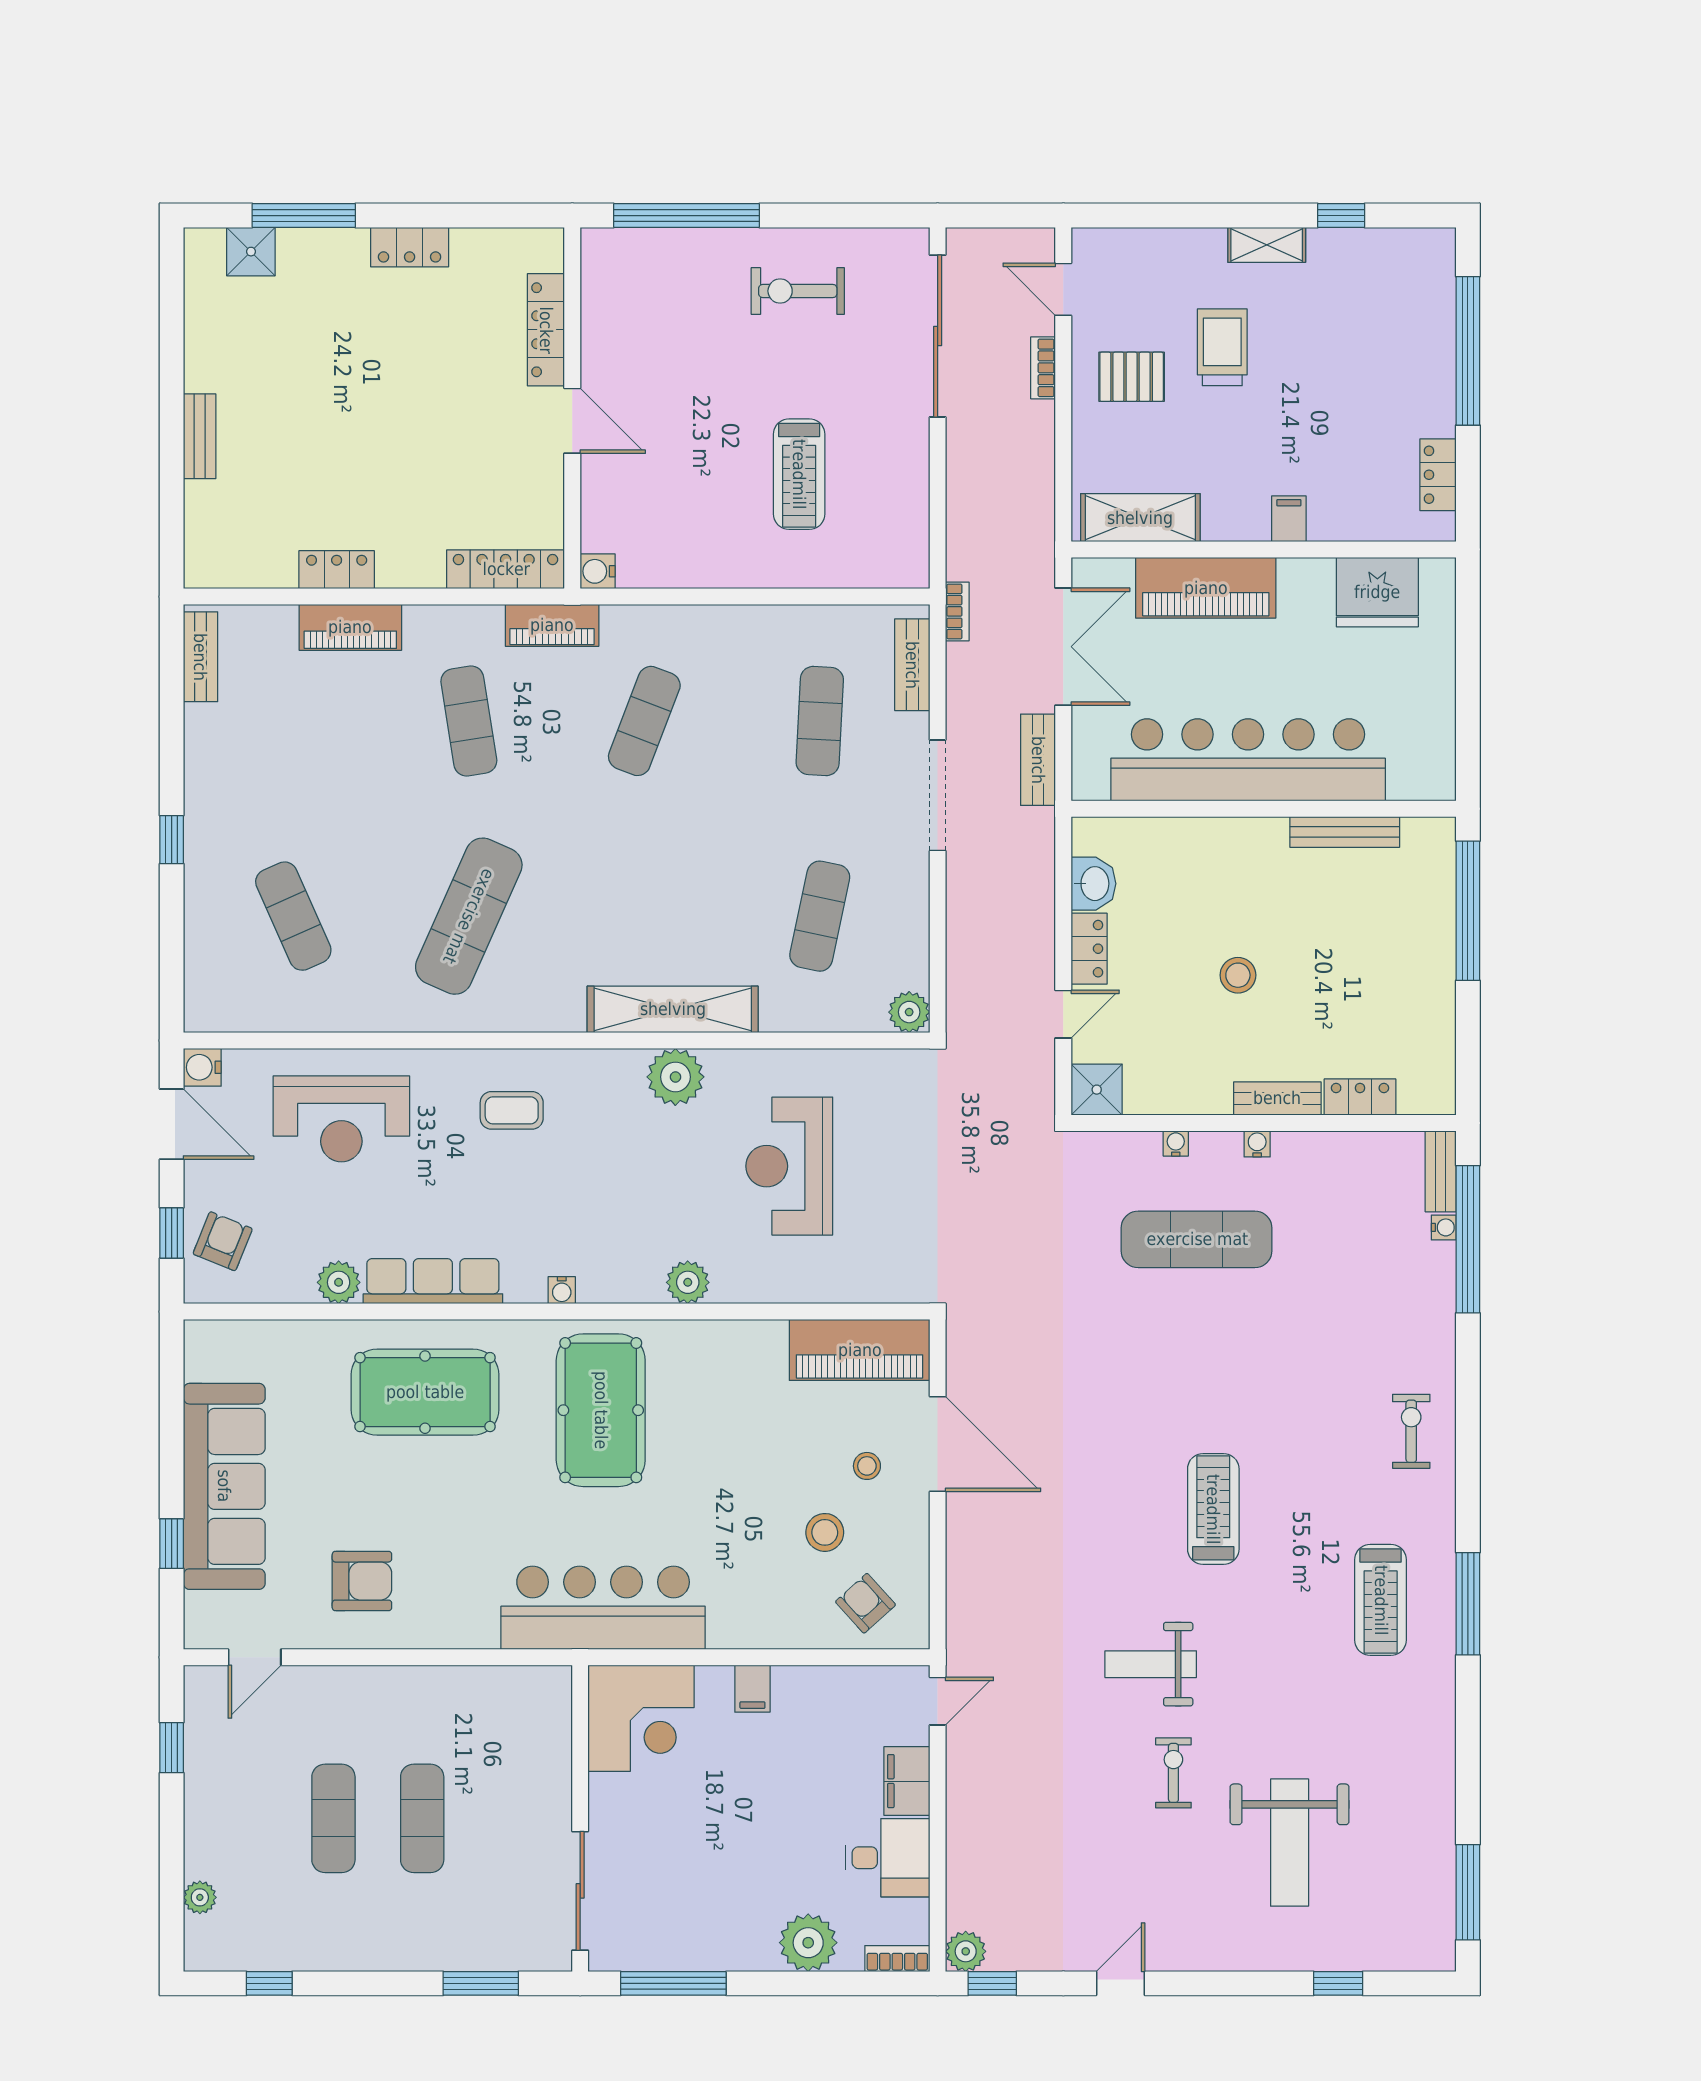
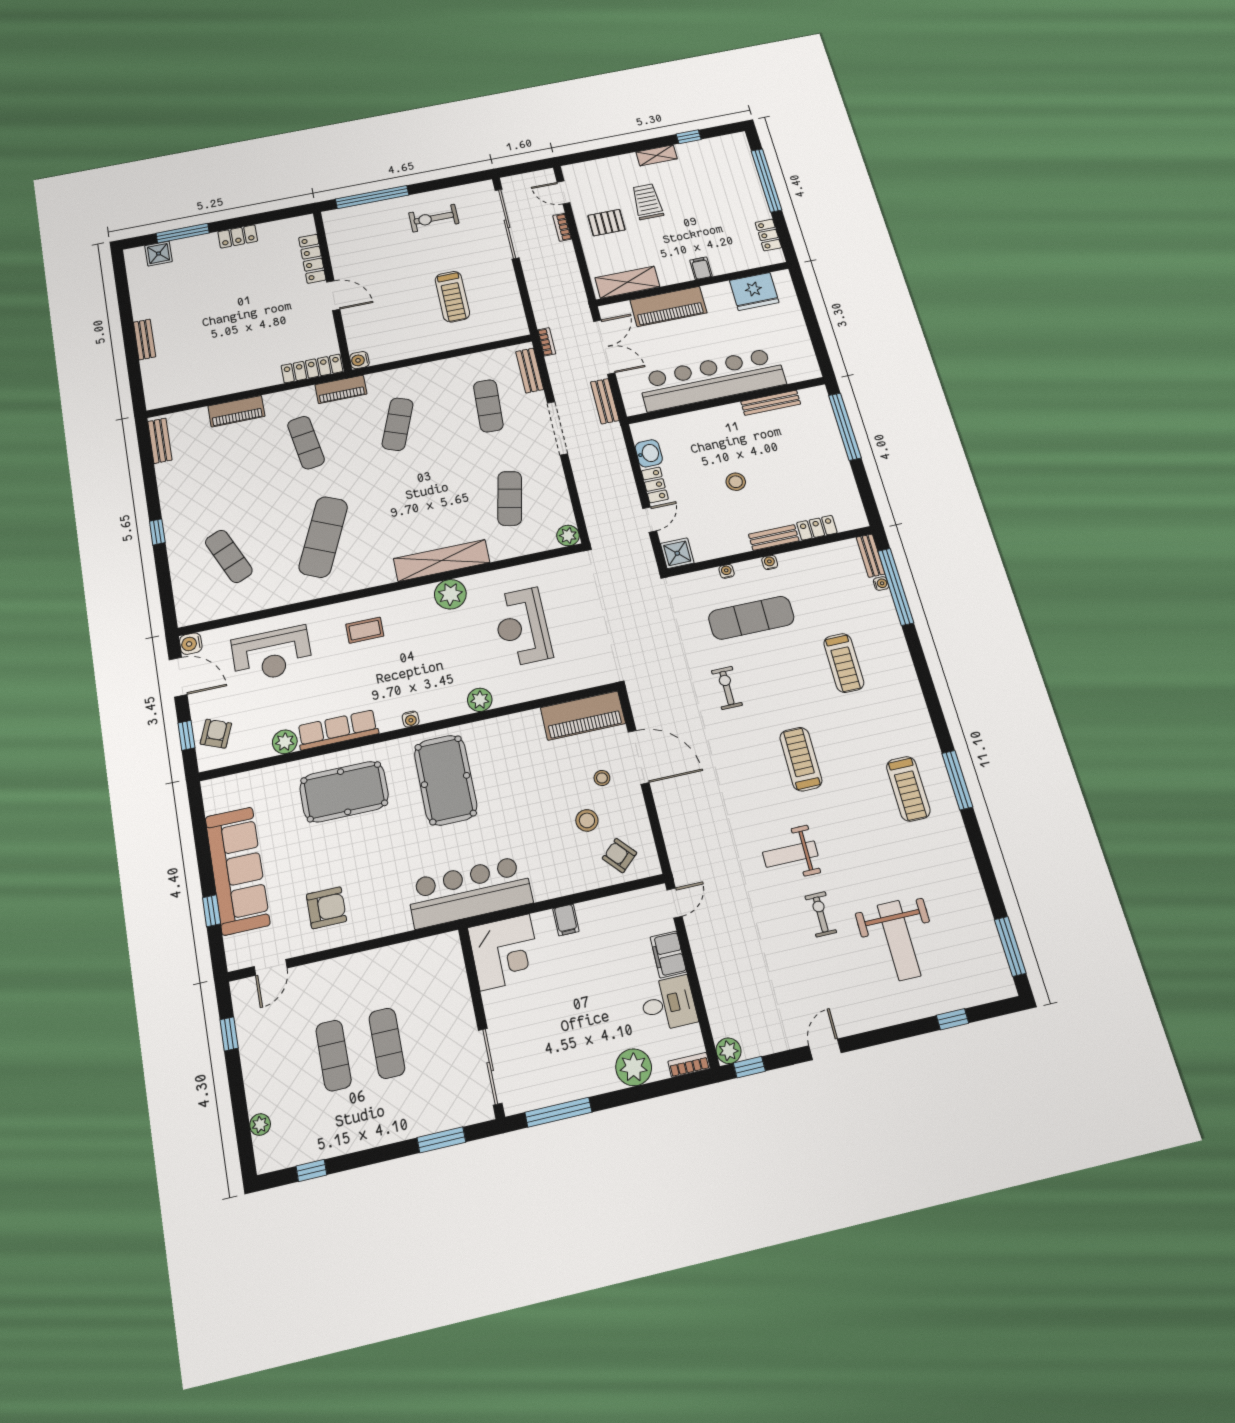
locker: (337, 570) -> (225, 386), removed
treadmill: (1335, 1357) -> (844, 663), added
exercise bike: (1411, 1431) -> (727, 688), moved

